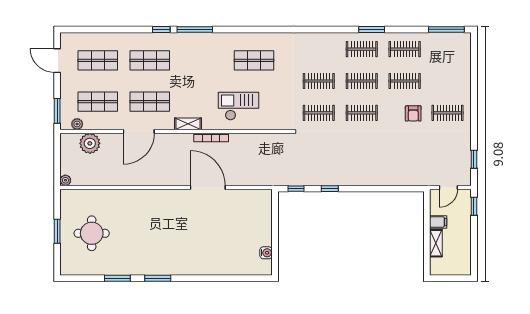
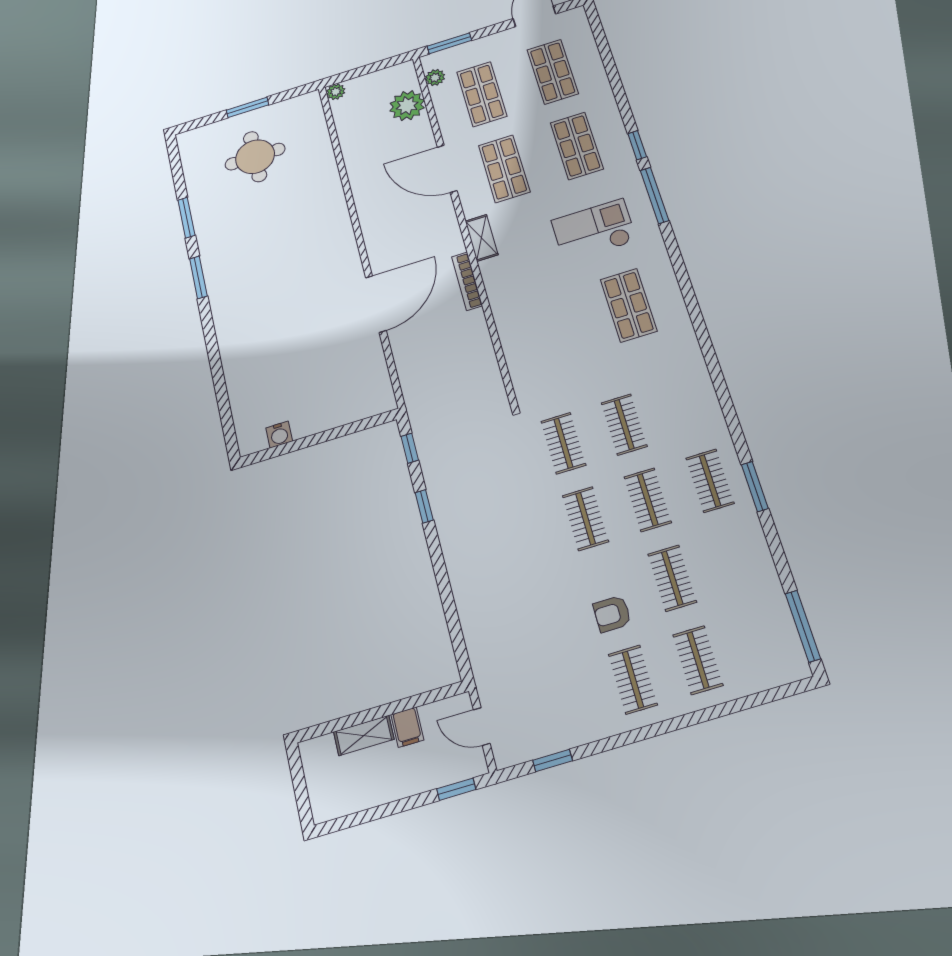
clothes rail: (405, 49) -> (698, 660), moved
checkout: (239, 106) -> (594, 231), moved, turned -90

